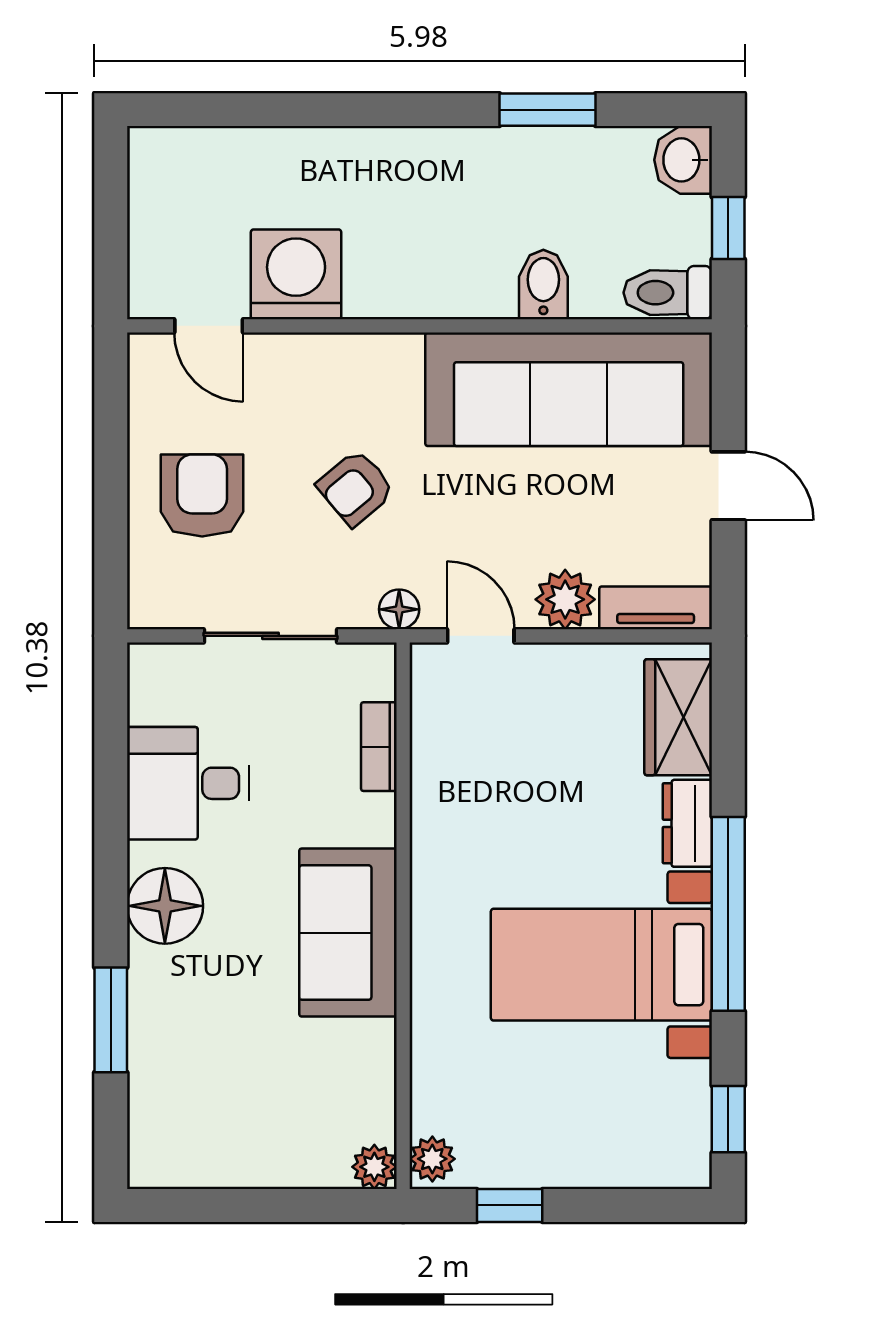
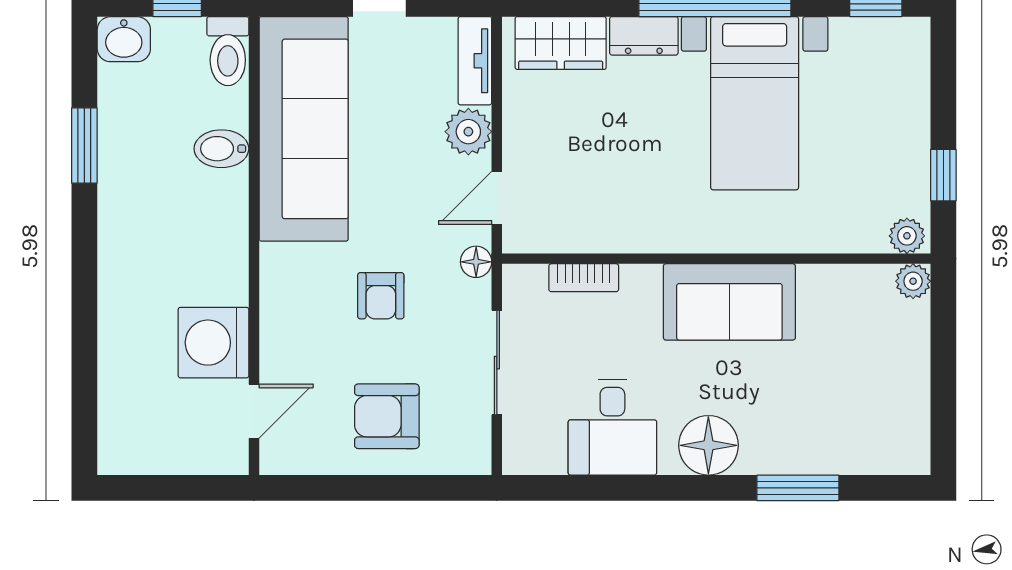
armchair: (356, 488) -> (381, 296), turned 40

